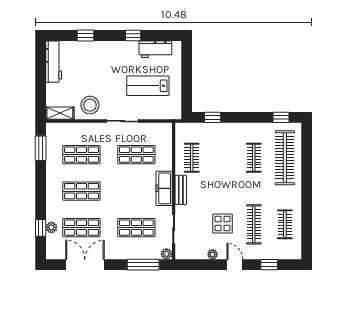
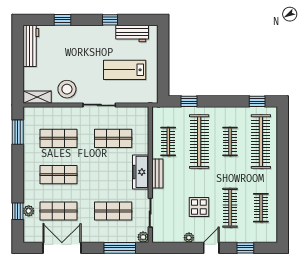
clothes rail: (223, 158) -> (199, 142), added
door: (235, 265) -> (211, 248), hinge flipped

